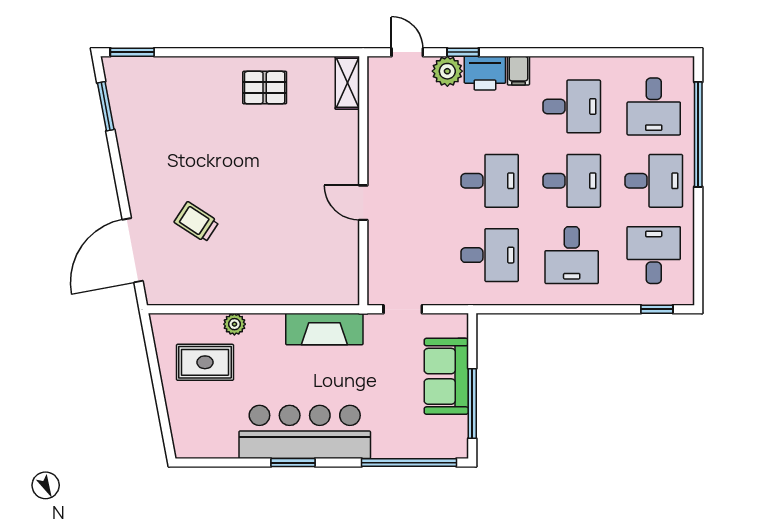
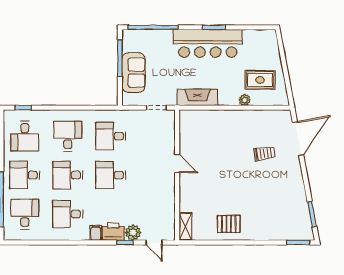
trolley: (196, 222) -> (265, 153), turned -41

